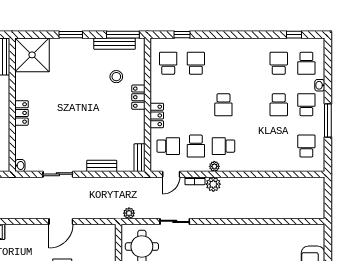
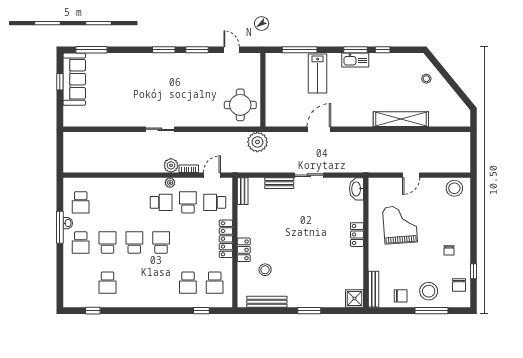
window: (123, 35) -> (259, 311), removed
shower: (32, 55) -> (354, 299), width x0.54, depth x0.54
school desk: (306, 63) -> (134, 242), moved
washbasin: (320, 85) -> (68, 223), moved
locker: (157, 115) -> (226, 239), width x1.53
washbasin: (20, 166) -> (356, 189), width x1.91, depth x1.45
sliding door: (58, 174) -> (309, 175), moved
plant: (129, 213) -> (257, 142), width x1.87, depth x1.87
sliding door: (175, 221) -> (160, 129), moved

